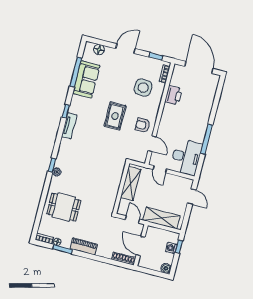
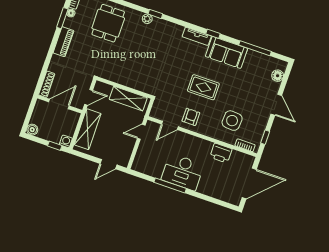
sofa: (86, 79) -> (227, 52), moved
desk: (186, 157) -> (183, 172), moved
washing machine: (171, 248) -> (66, 141), moved

